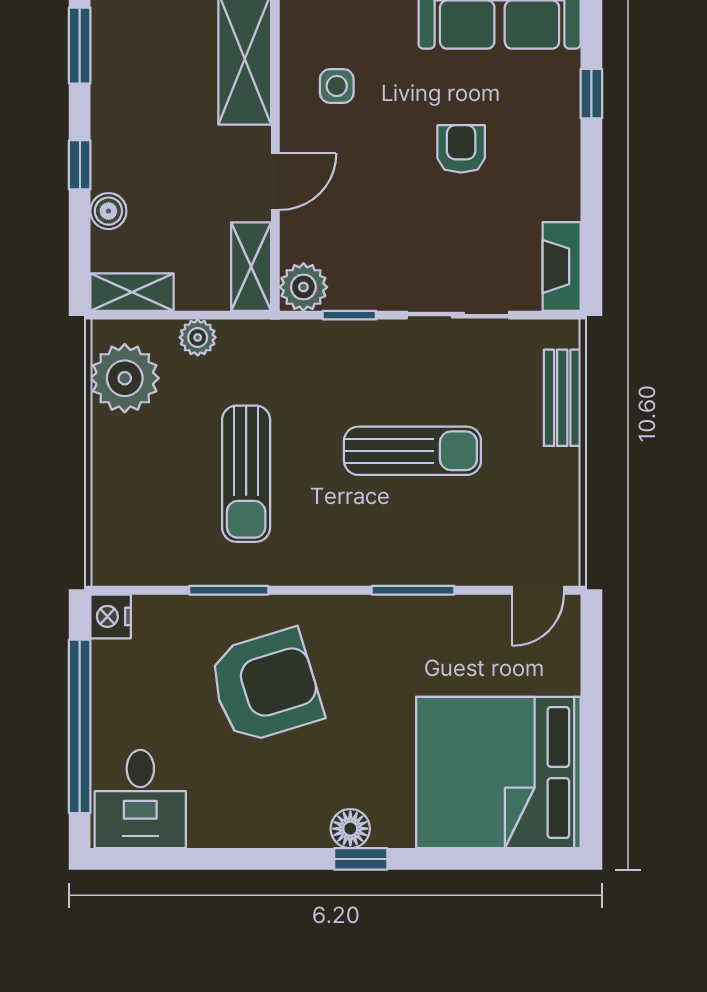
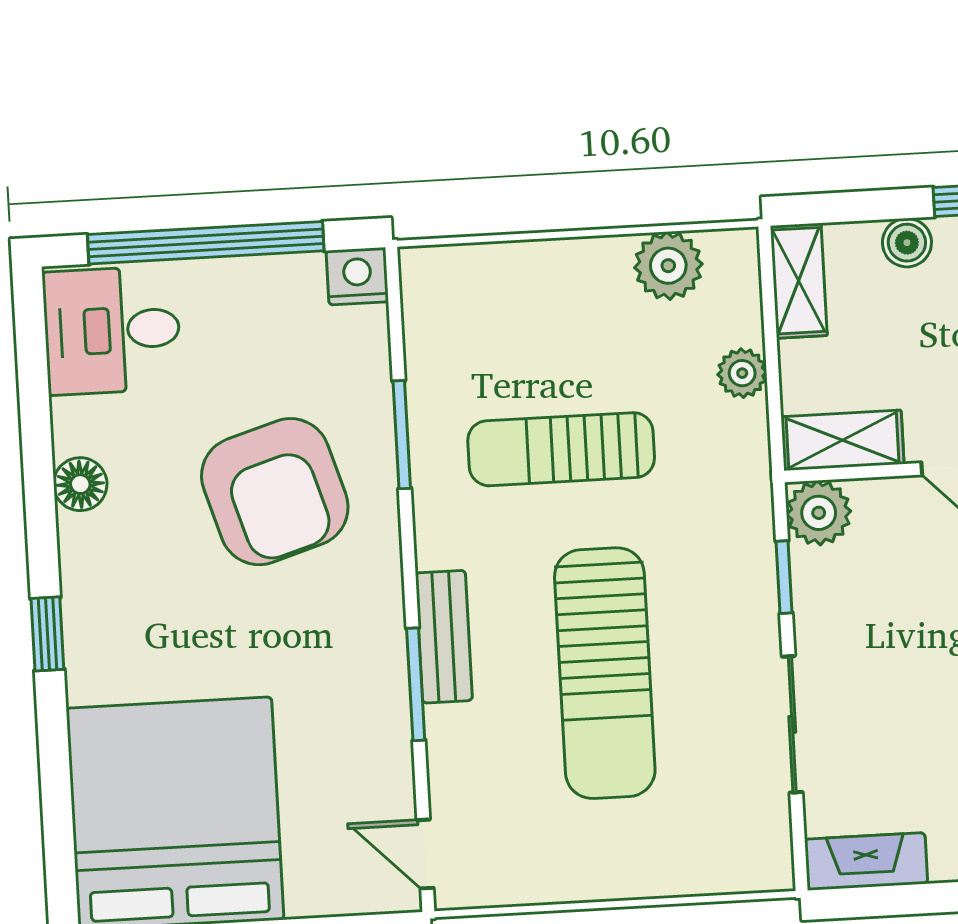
plant: (125, 378) -> (668, 266), width x0.73, depth x0.73
bench: (562, 398) -> (444, 637), moved, turned 90
sun lounger: (412, 451) -> (605, 673), width x1.36, depth x1.34
floor lamp: (350, 829) -> (80, 484), moved

